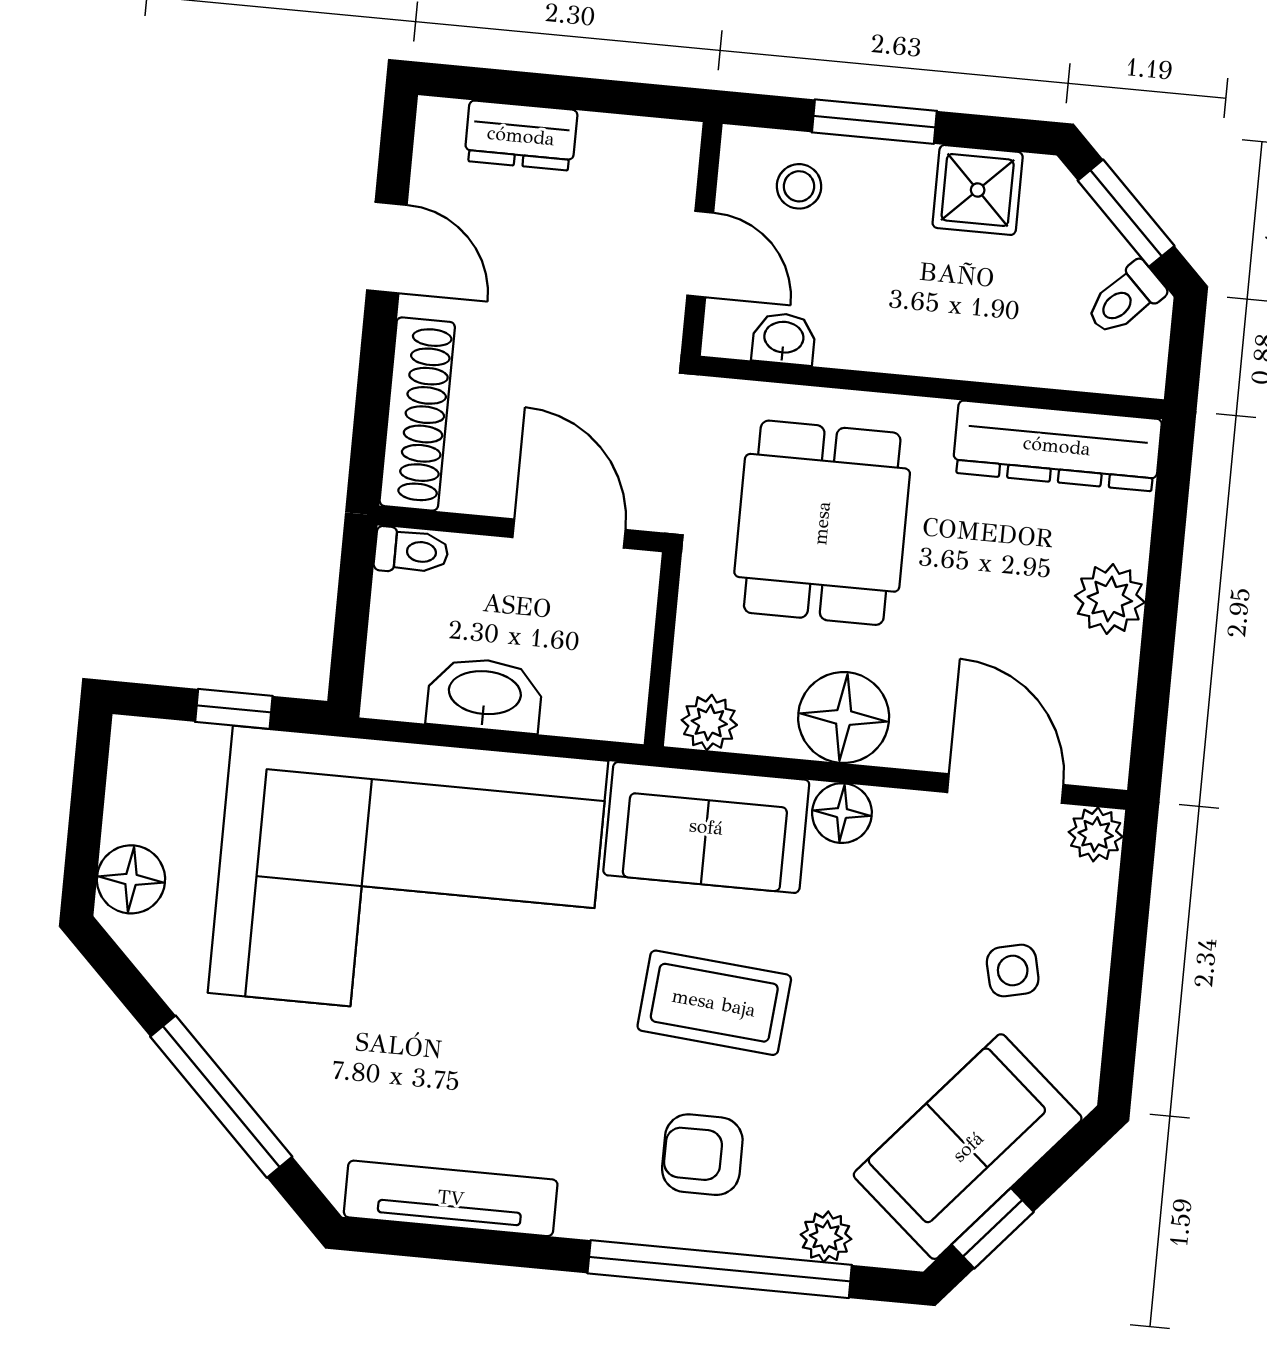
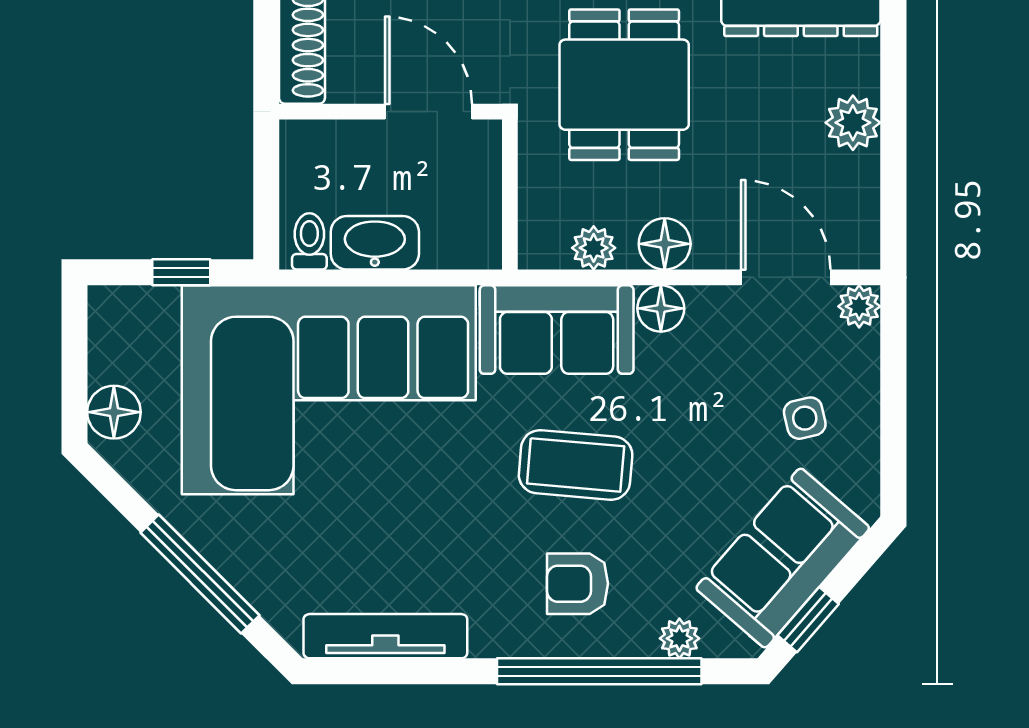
toilet: (411, 551) -> (309, 241), moved, turned -90
floor lamp: (844, 717) -> (665, 244), width x0.73, depth x0.73
plant: (709, 722) -> (594, 248), moved

